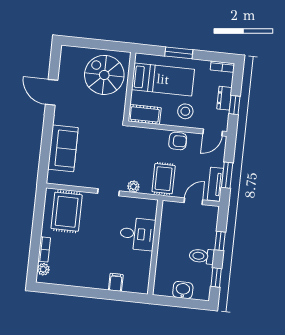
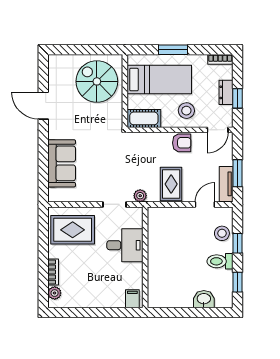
rug: (67, 212) -> (73, 230), turned 90
stool: (206, 230) -> (222, 233), added
desk: (137, 234) -> (125, 245), moved
wall: (155, 247) -> (145, 257), moved

